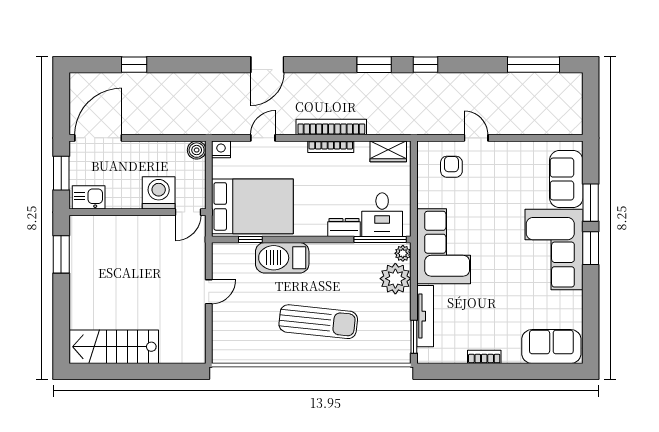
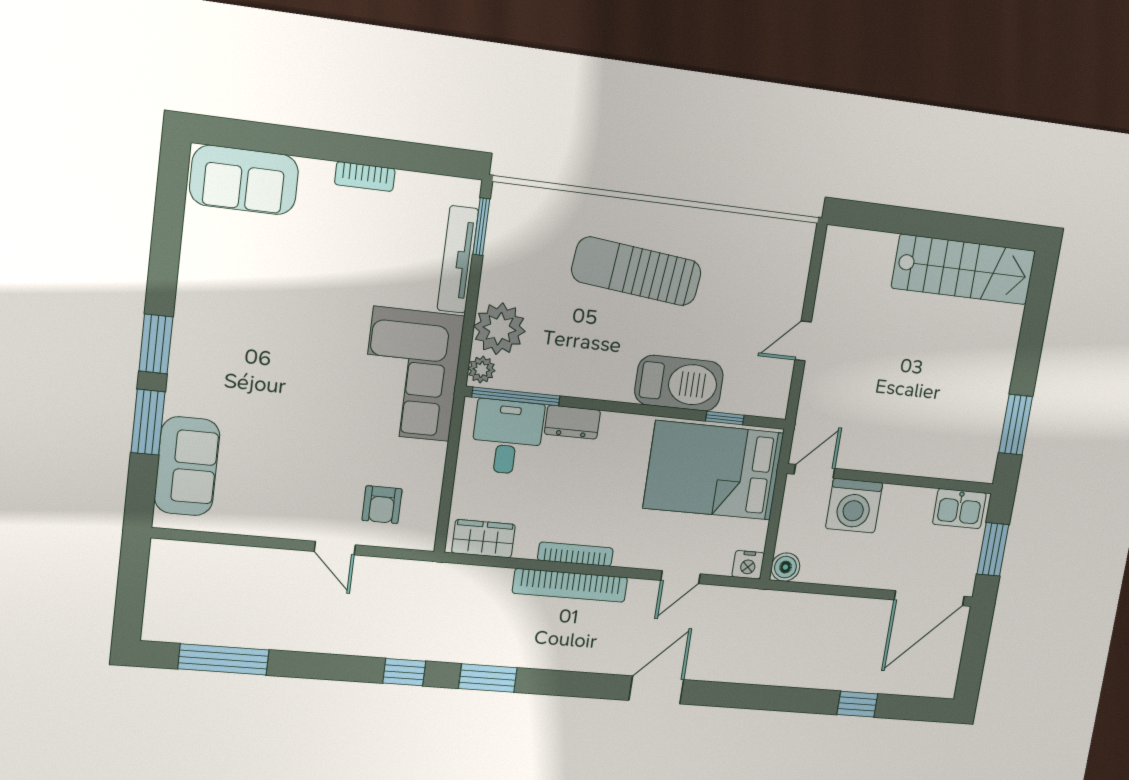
corner sofa: (554, 250) -> (221, 348), removed

